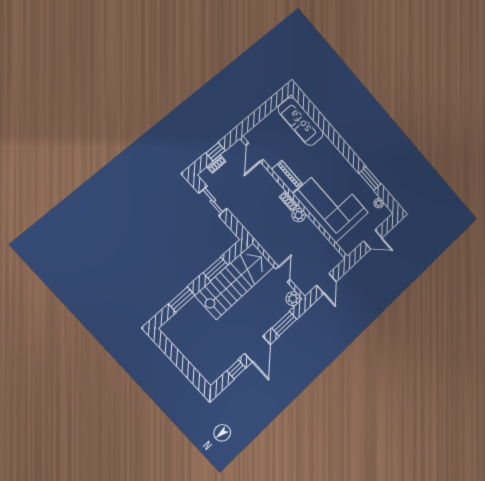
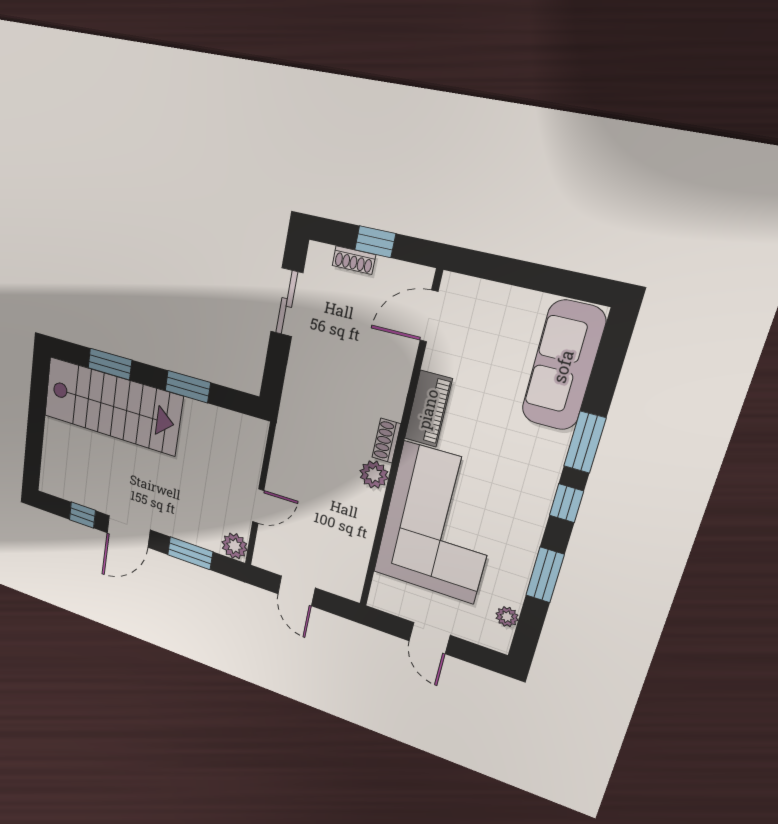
window: (331, 133) -> (585, 442), added
window: (348, 153) -> (566, 503), added
stairs: (235, 281) -> (112, 406), moved
door: (326, 284) -> (296, 591), hinge flipped

